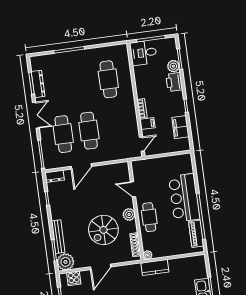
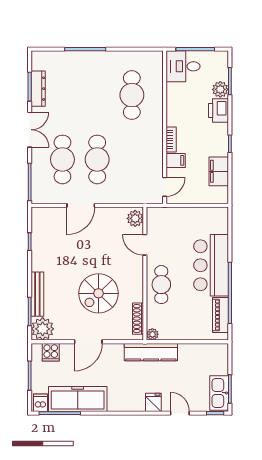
dresser: (55, 176) -> (43, 214), removed
plant: (129, 214) -> (135, 218), moved
kitchen counter: (155, 267) -> (151, 352), width x1.50

